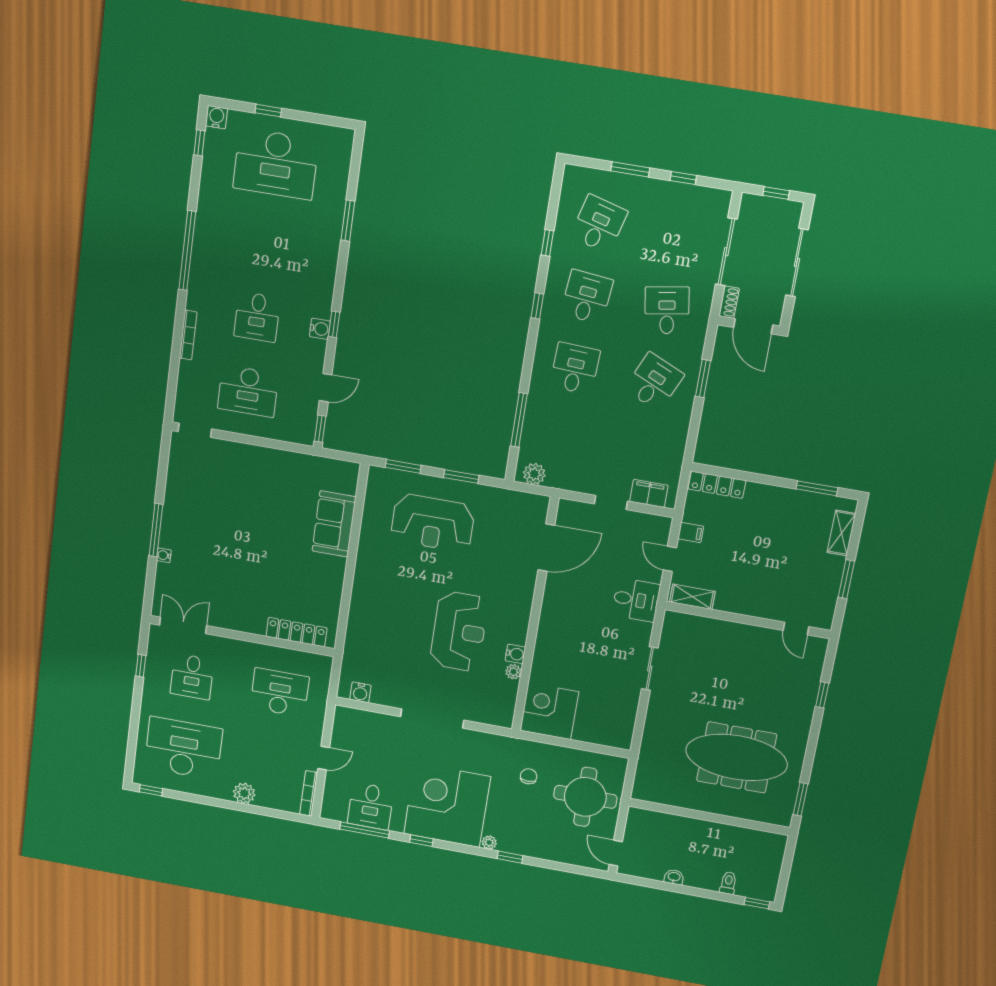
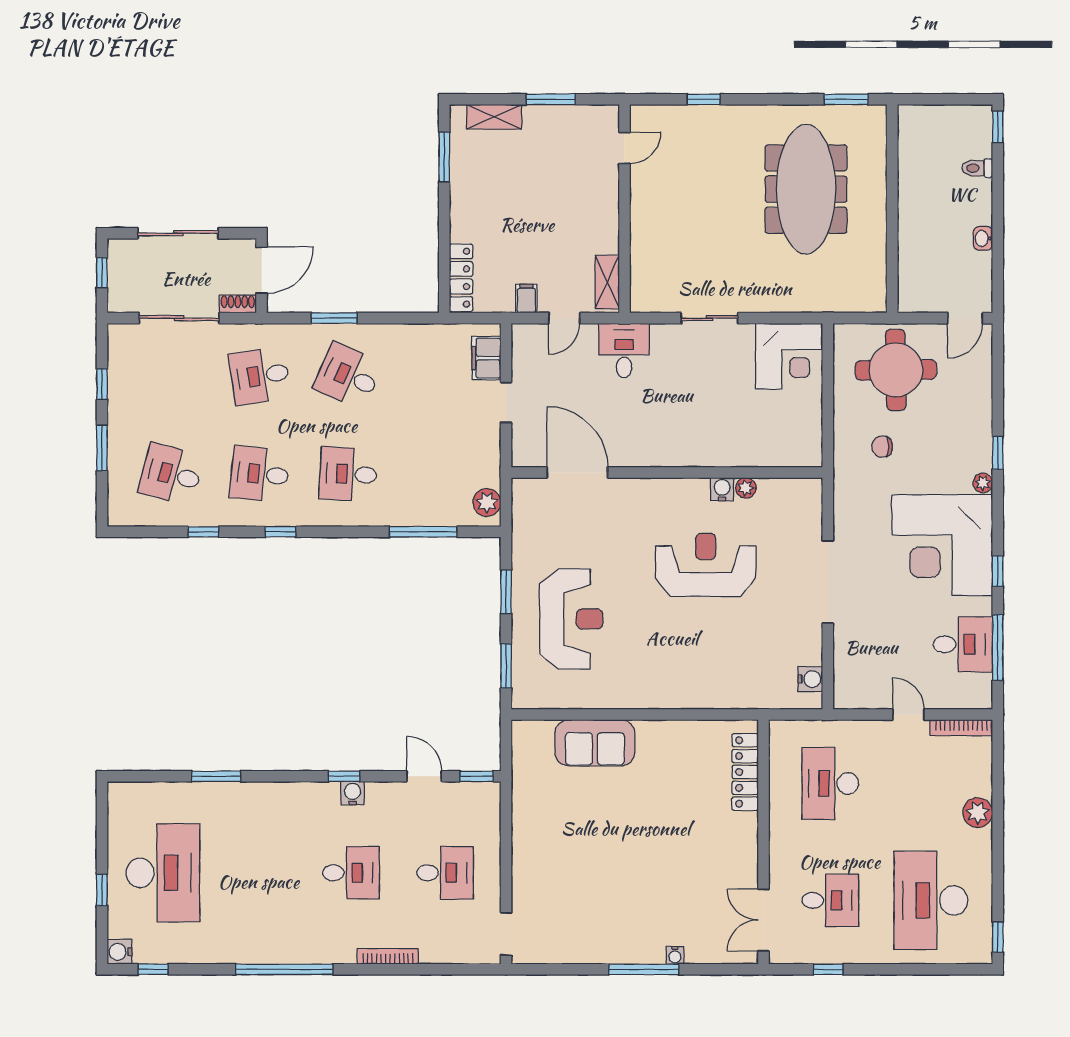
desk: (248, 391) -> (445, 873), width x0.73
corner desk: (549, 711) -> (788, 356), moved, turned -90

